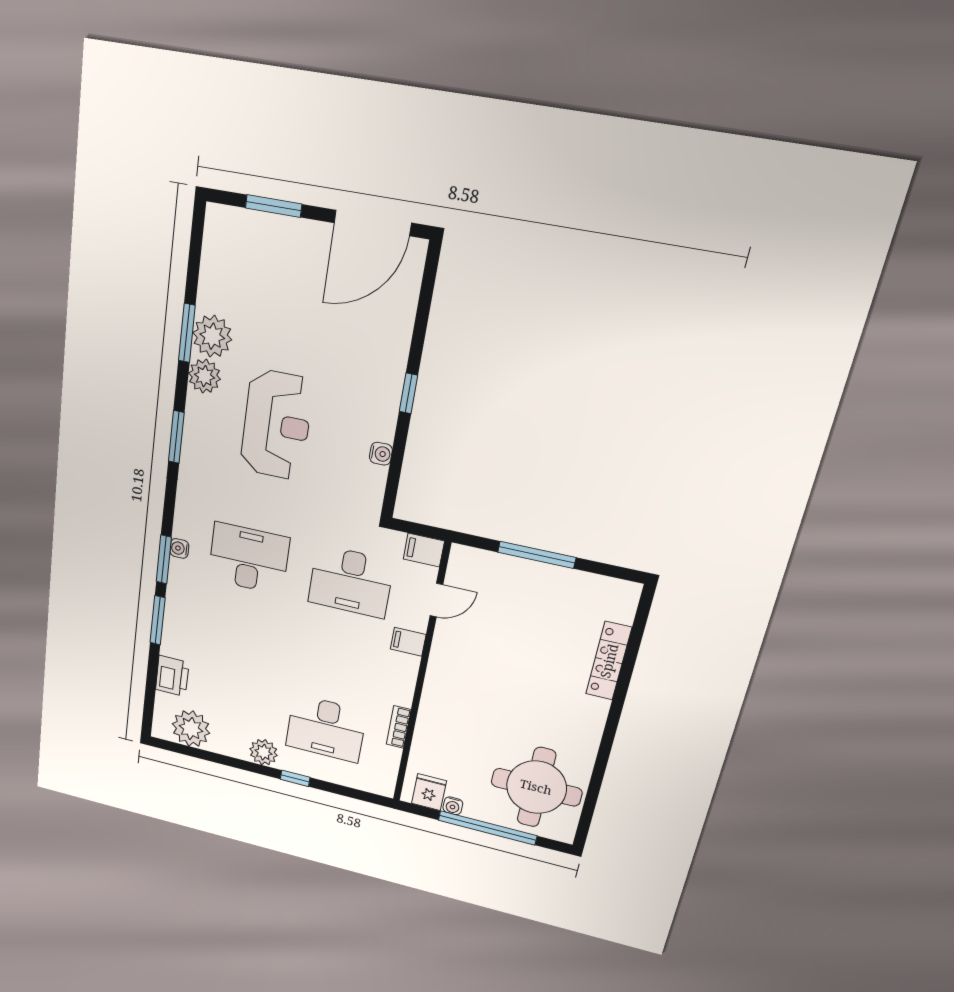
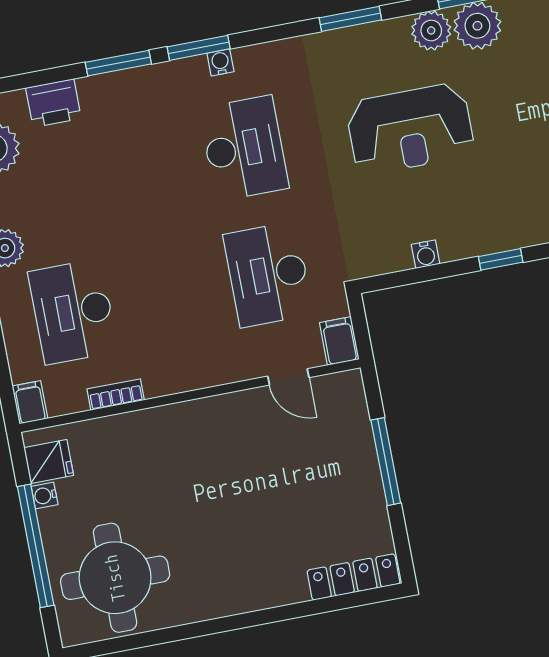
filing cabinet: (408, 642) -> (30, 402), moved
locker: (609, 661) -> (354, 577), moved

